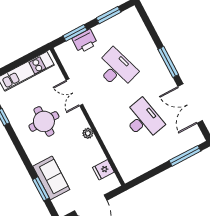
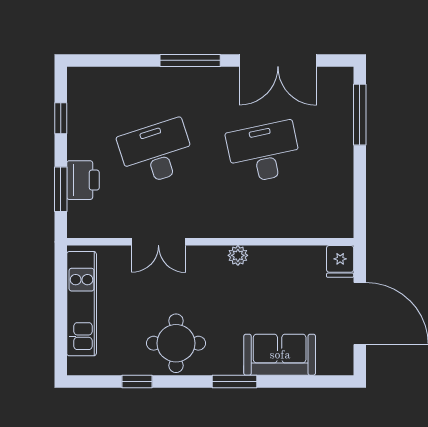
window: (109, 15) -> (61, 118), width x0.67
round table: (44, 121) -> (176, 343), moved
fridge: (103, 170) -> (340, 261), moved
window: (41, 189) -> (235, 381), moved

